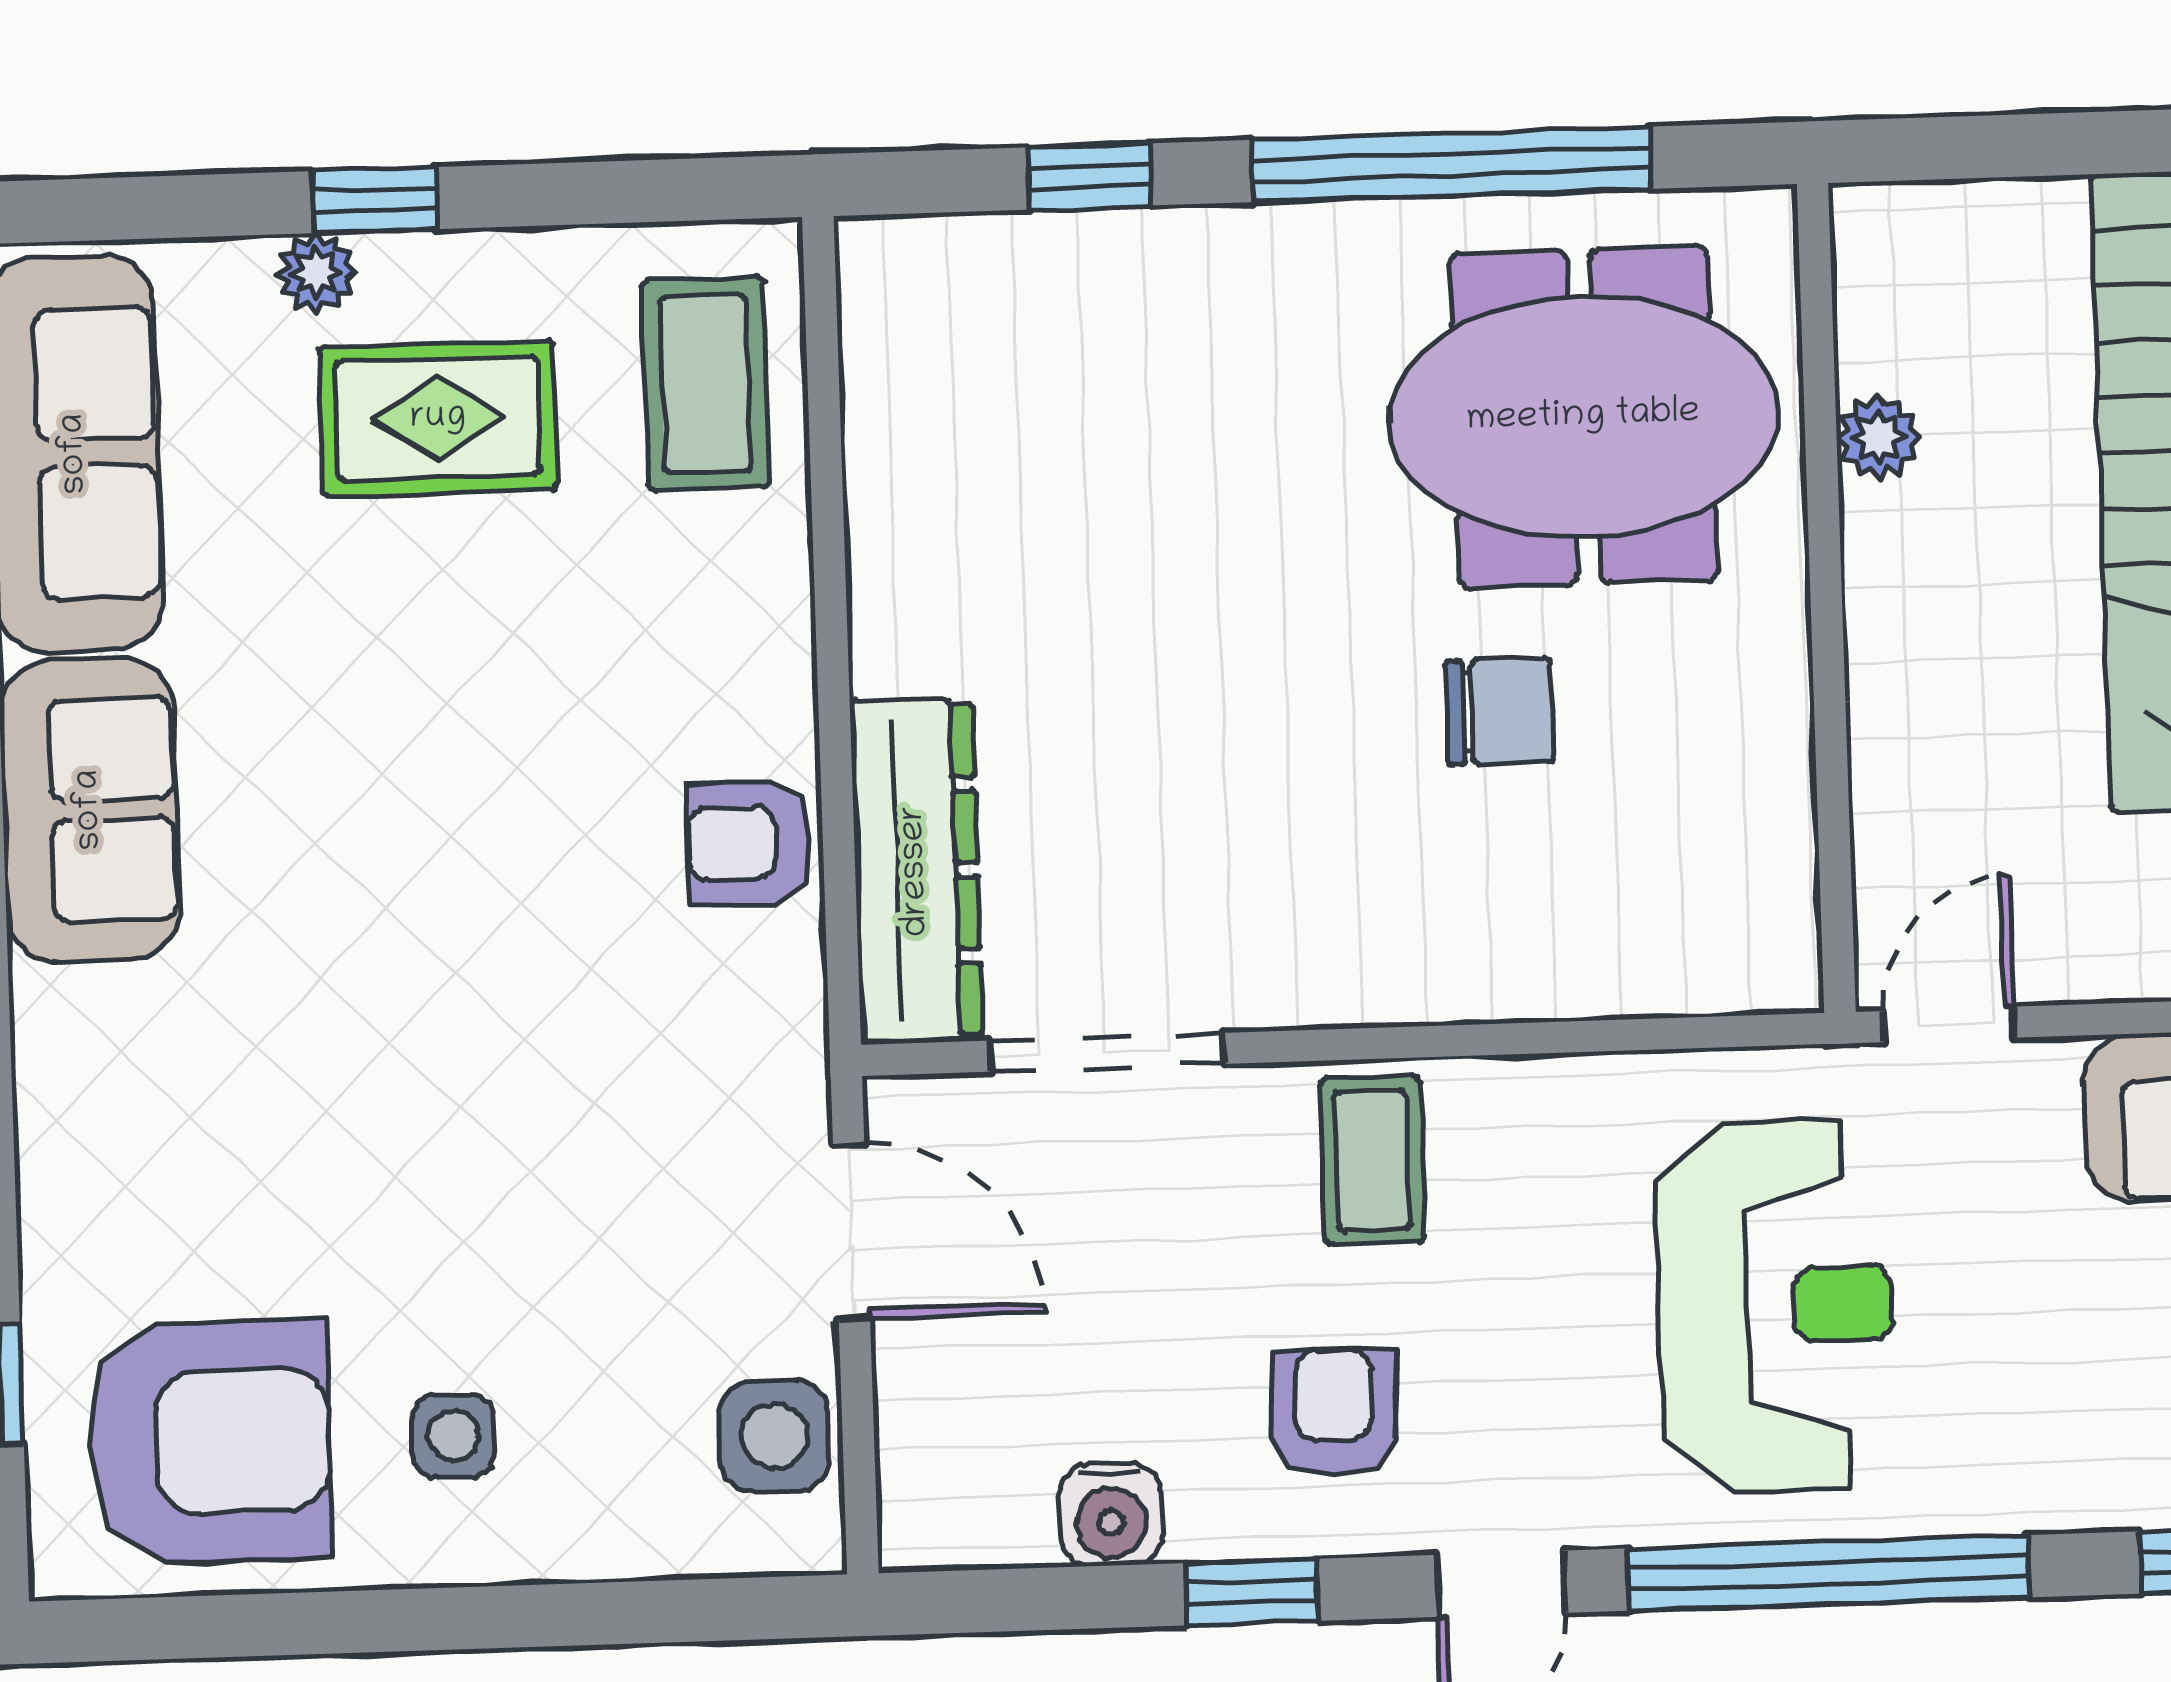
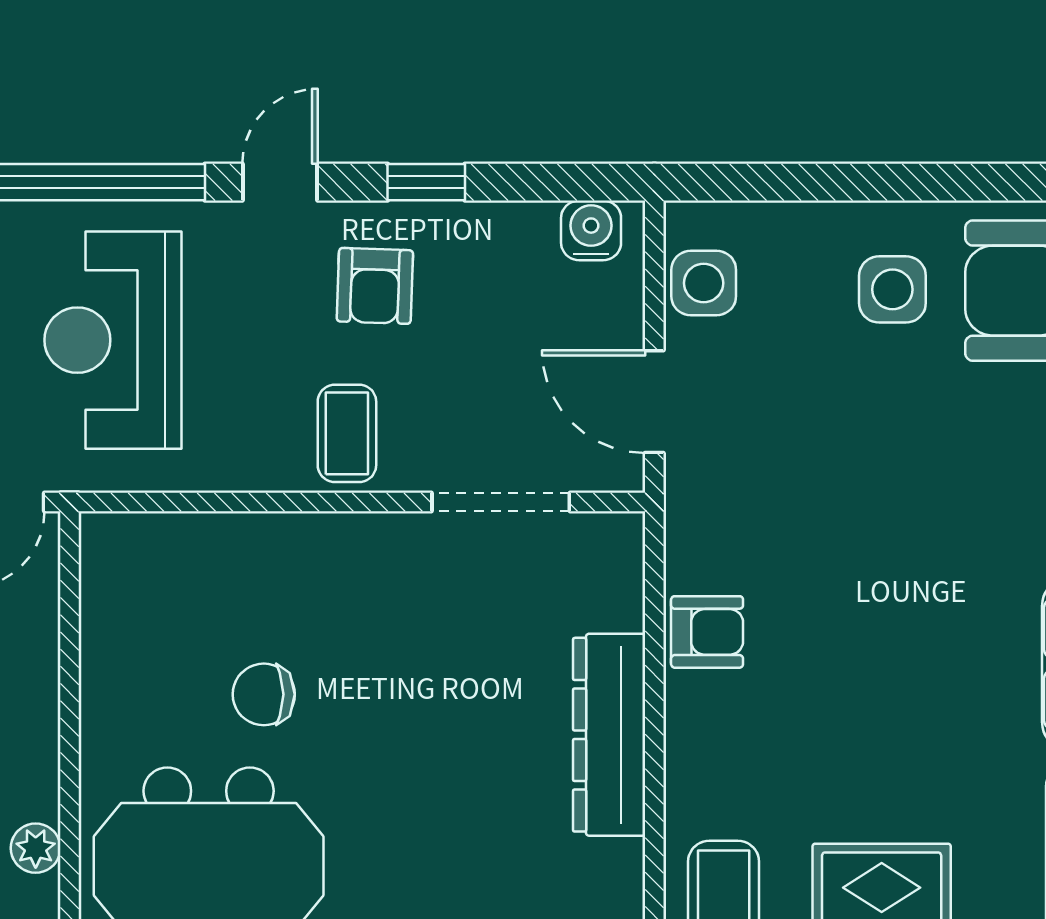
dresser: (916, 871) -> (609, 735), moved
side table: (453, 1436) -> (892, 289), width x1.37, depth x1.37
water cooler: (1111, 1515) -> (591, 230), moved

